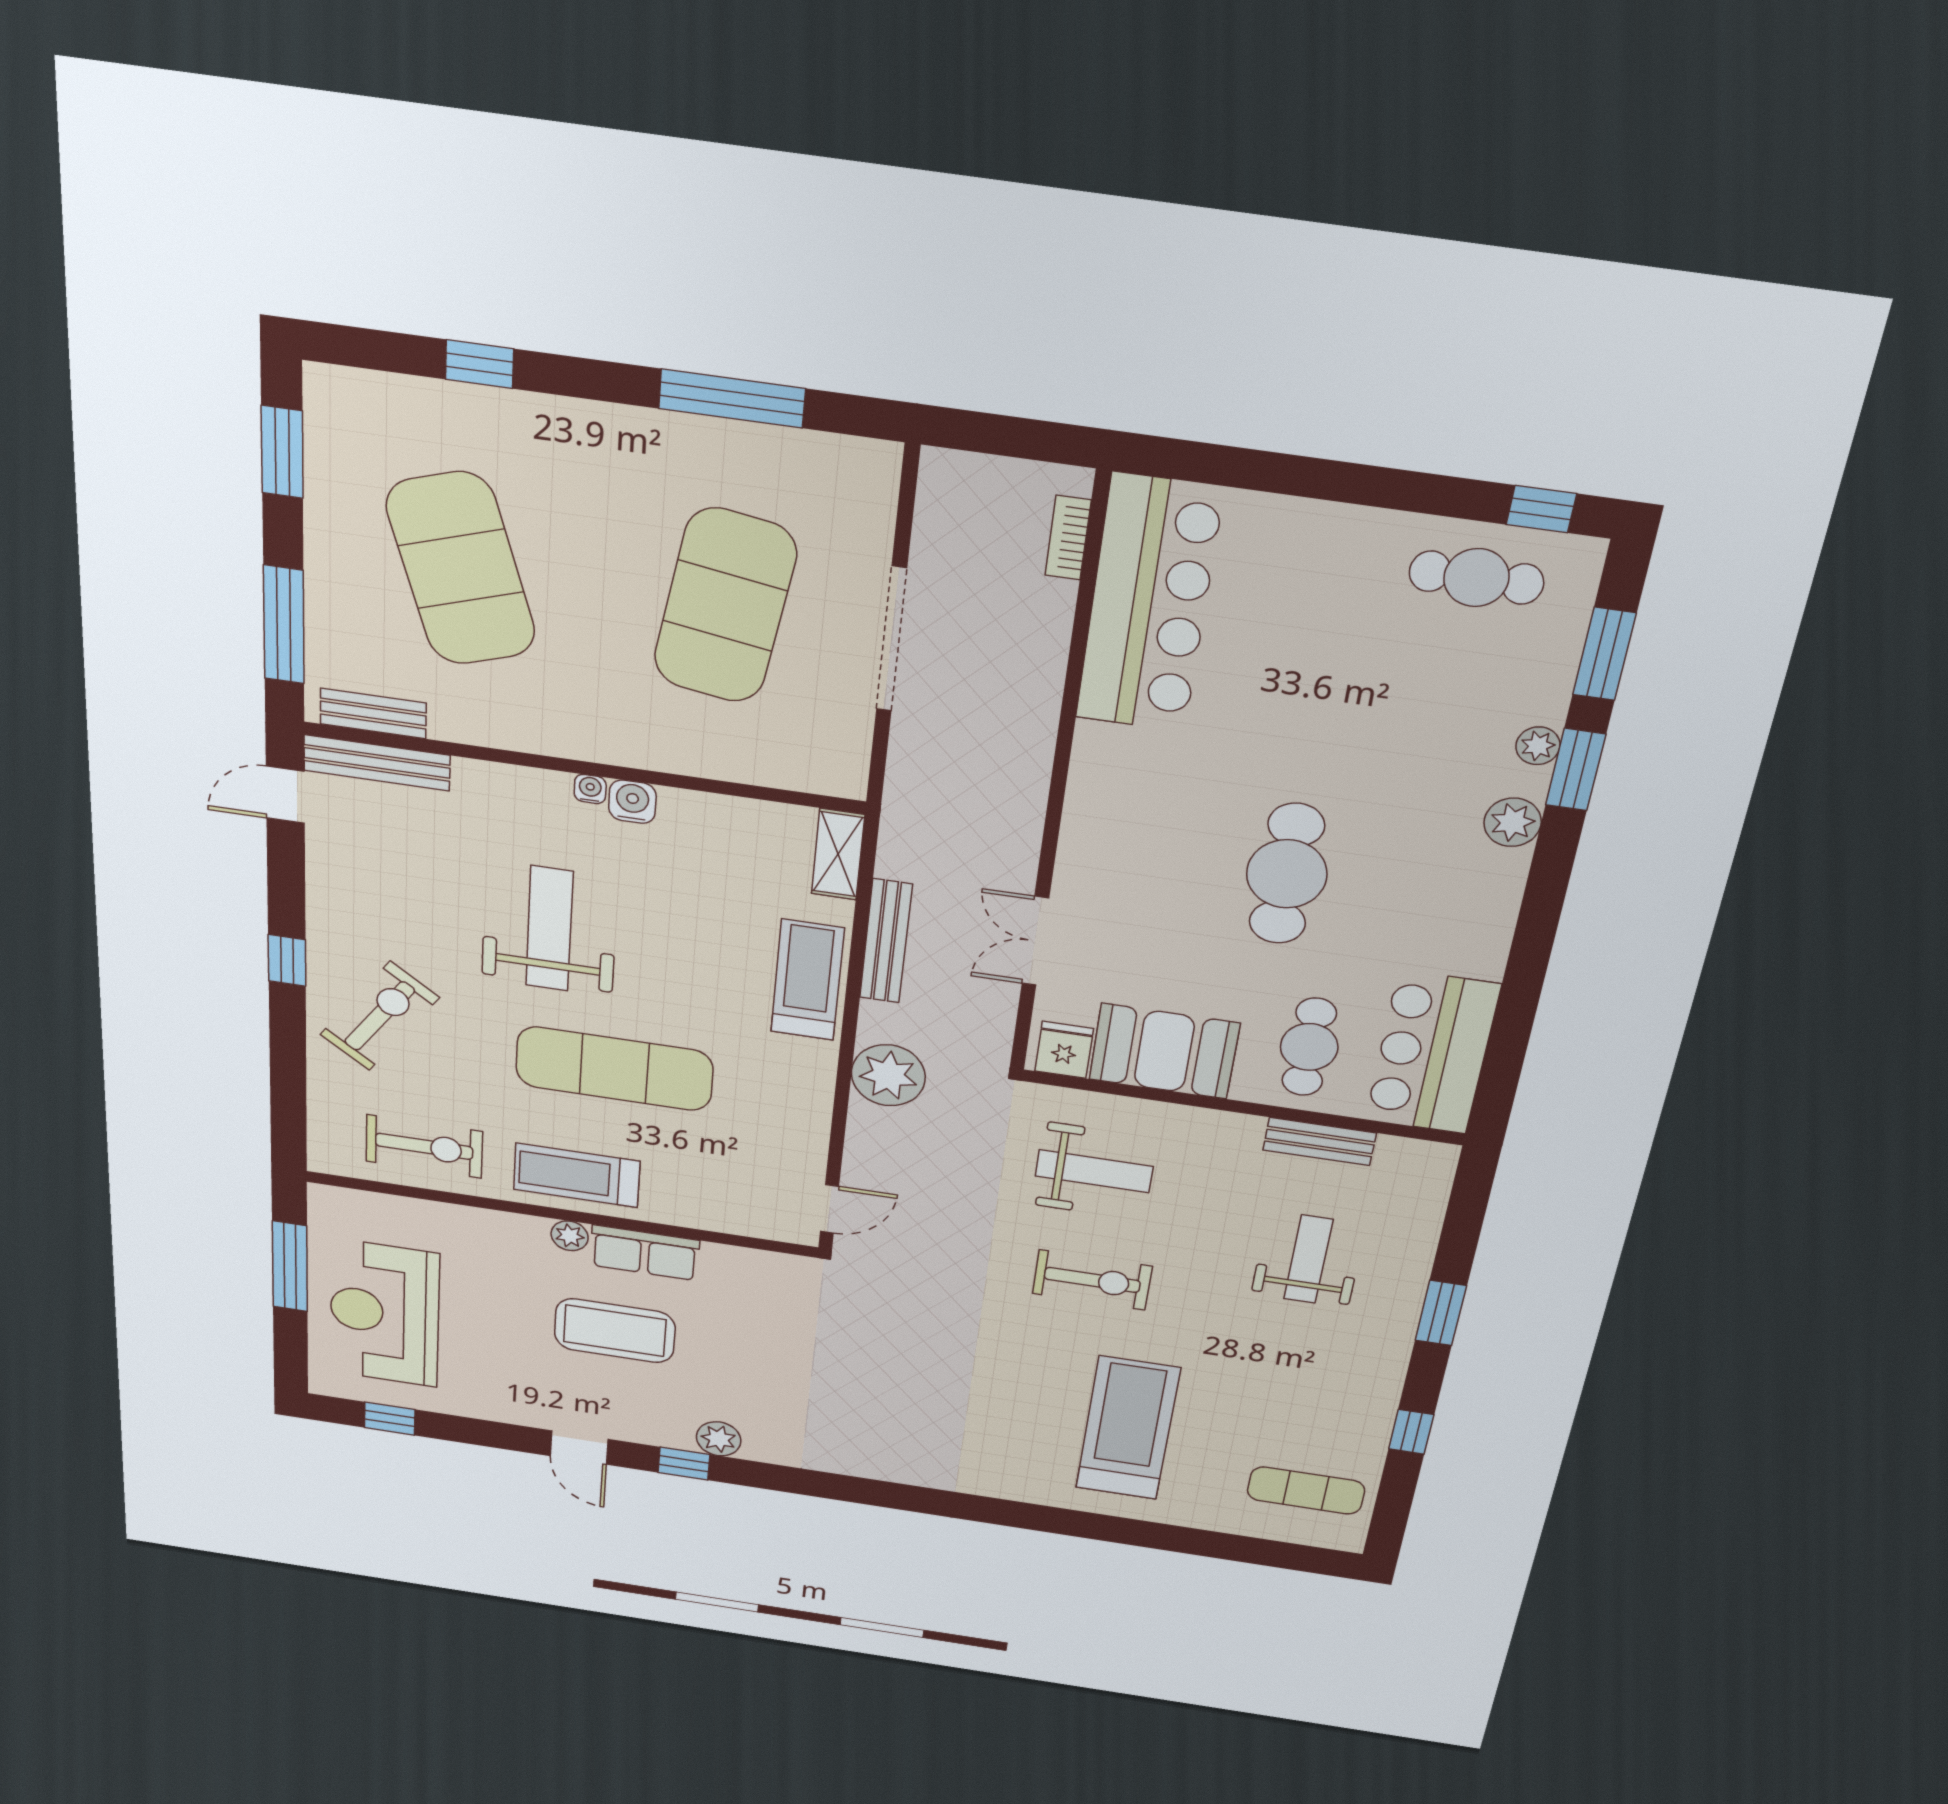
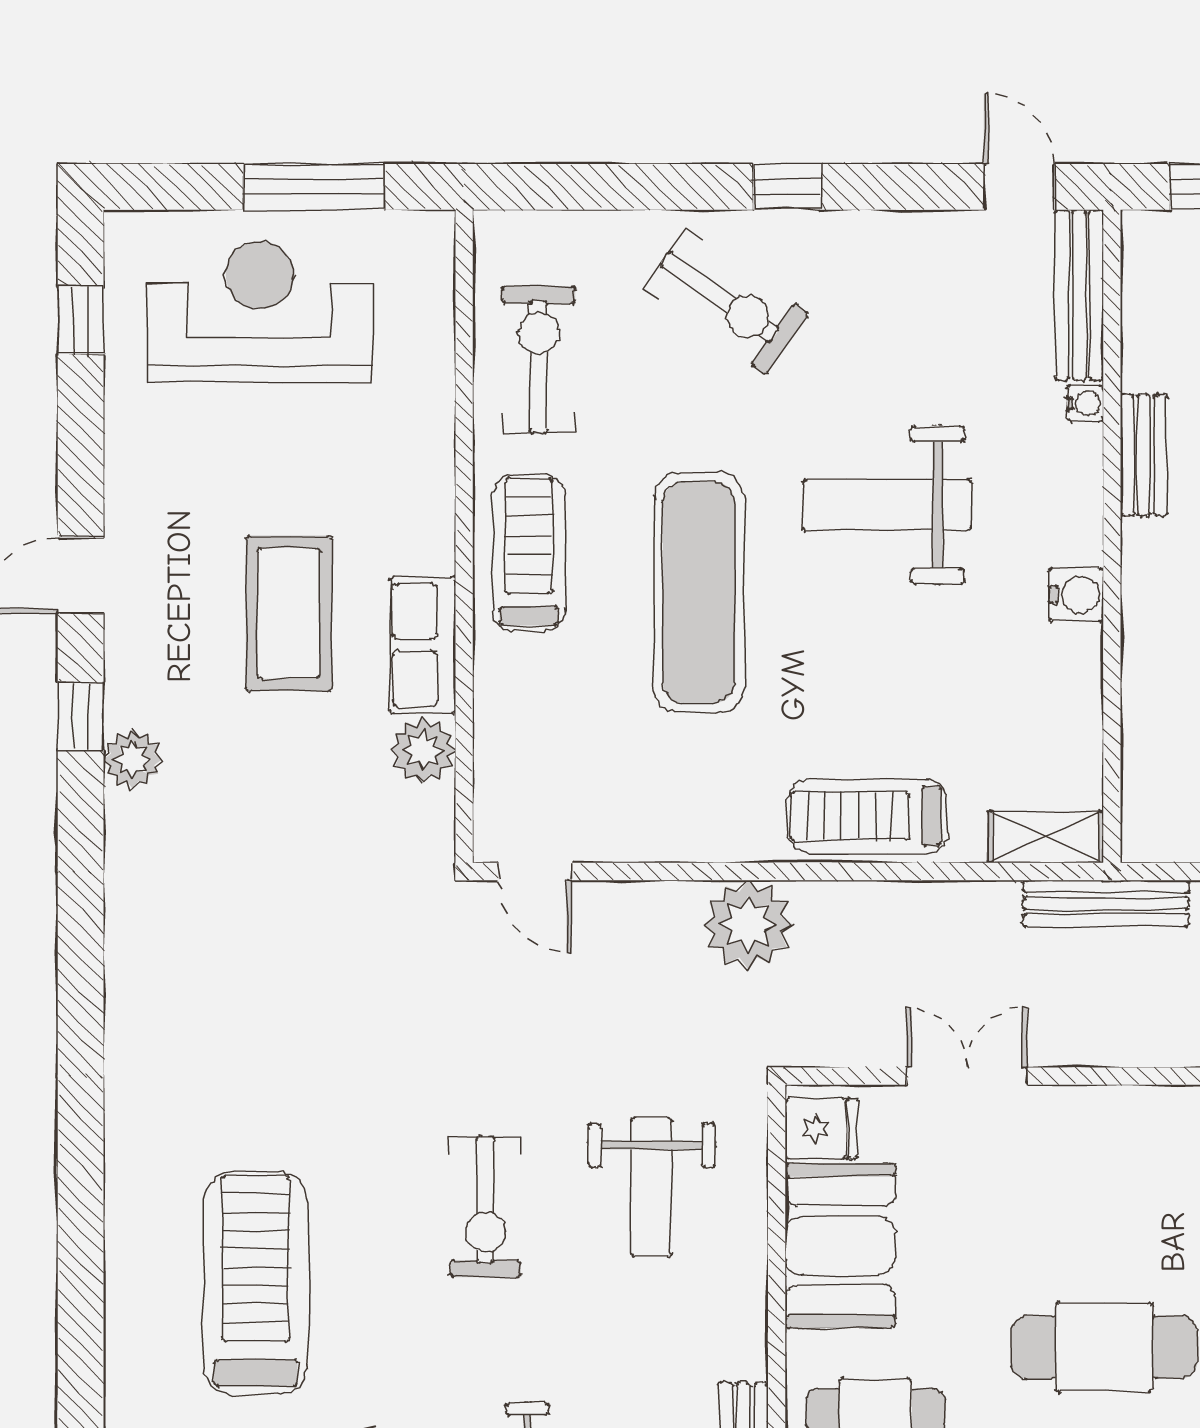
bench: (373, 713) -> (1144, 455), moved
water cooler: (590, 789) -> (1085, 403), moved
weight bench: (549, 929) -> (887, 505), turned 180
bench: (886, 941) -> (1106, 903), moved
treadmill: (807, 980) -> (867, 816), turned 180
exercise bike: (424, 1146) -> (539, 359), turned 180
plant: (570, 1236) -> (423, 750), moved, width x1.38, depth x1.38
treadmill: (1128, 1428) -> (256, 1283), turned -90

